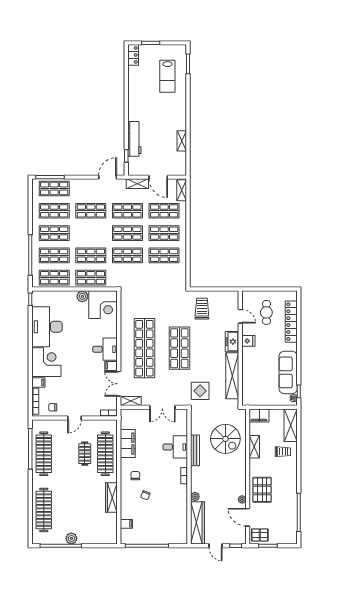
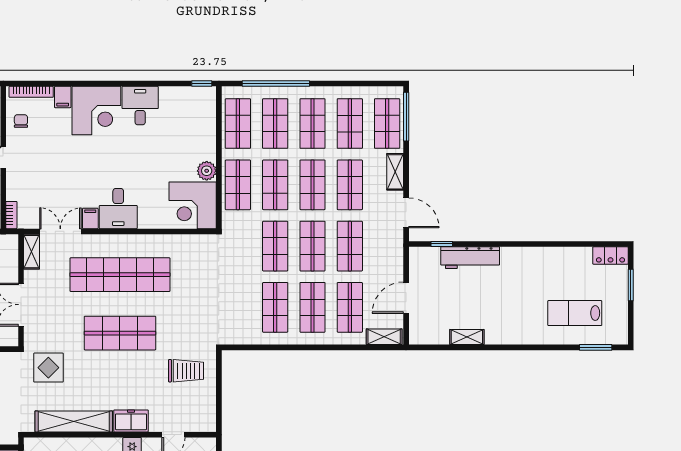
shelving: (137, 184) -> (395, 172), moved
shop shelf: (91, 233) -> (312, 185), added
desk: (47, 327) -> (140, 106), width x0.53, depth x0.77

